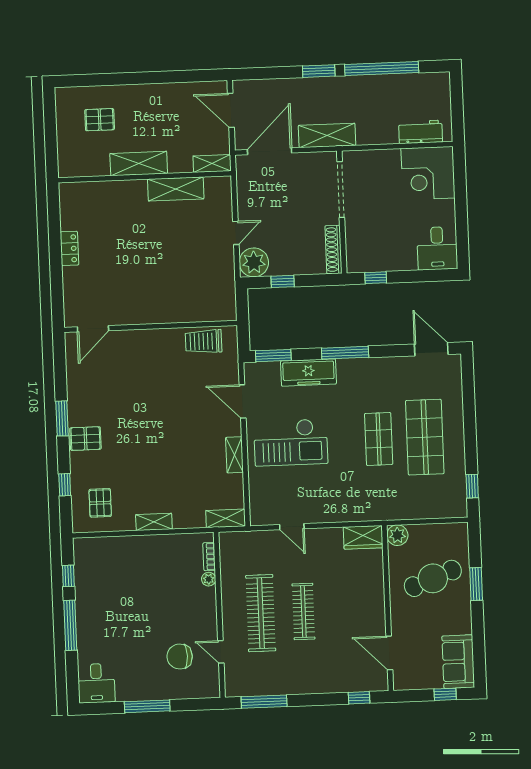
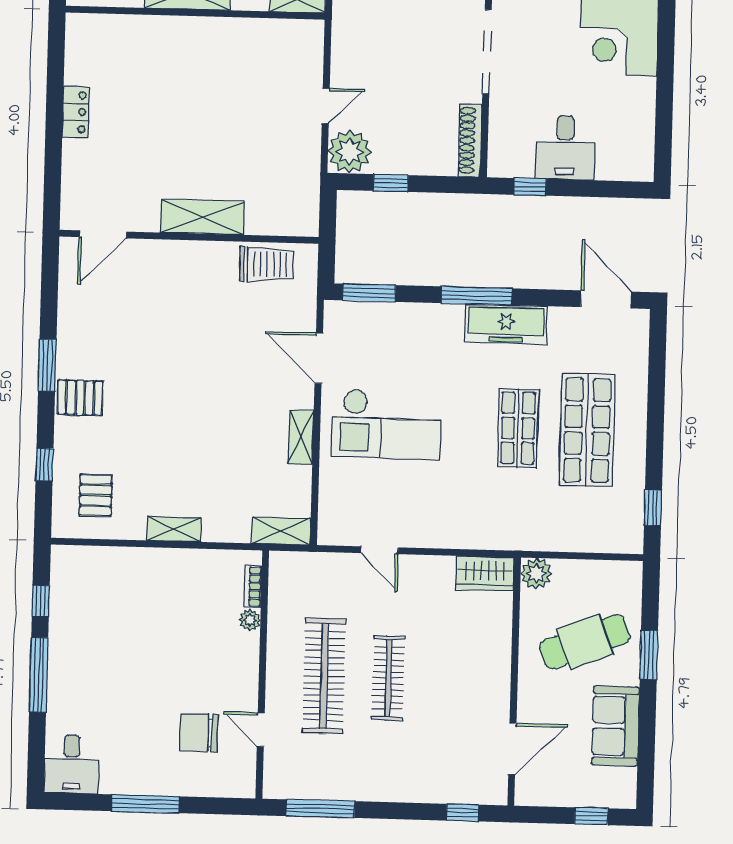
shelving: (176, 189) -> (202, 217), moved
desk: (437, 248) -> (565, 148), moved
trolley: (204, 341) -> (267, 264), turned 180
freezer: (308, 373) -> (506, 324), moved
door: (389, 653) -> (512, 749), swing flipped
sofa: (458, 662) -> (616, 726), moved

